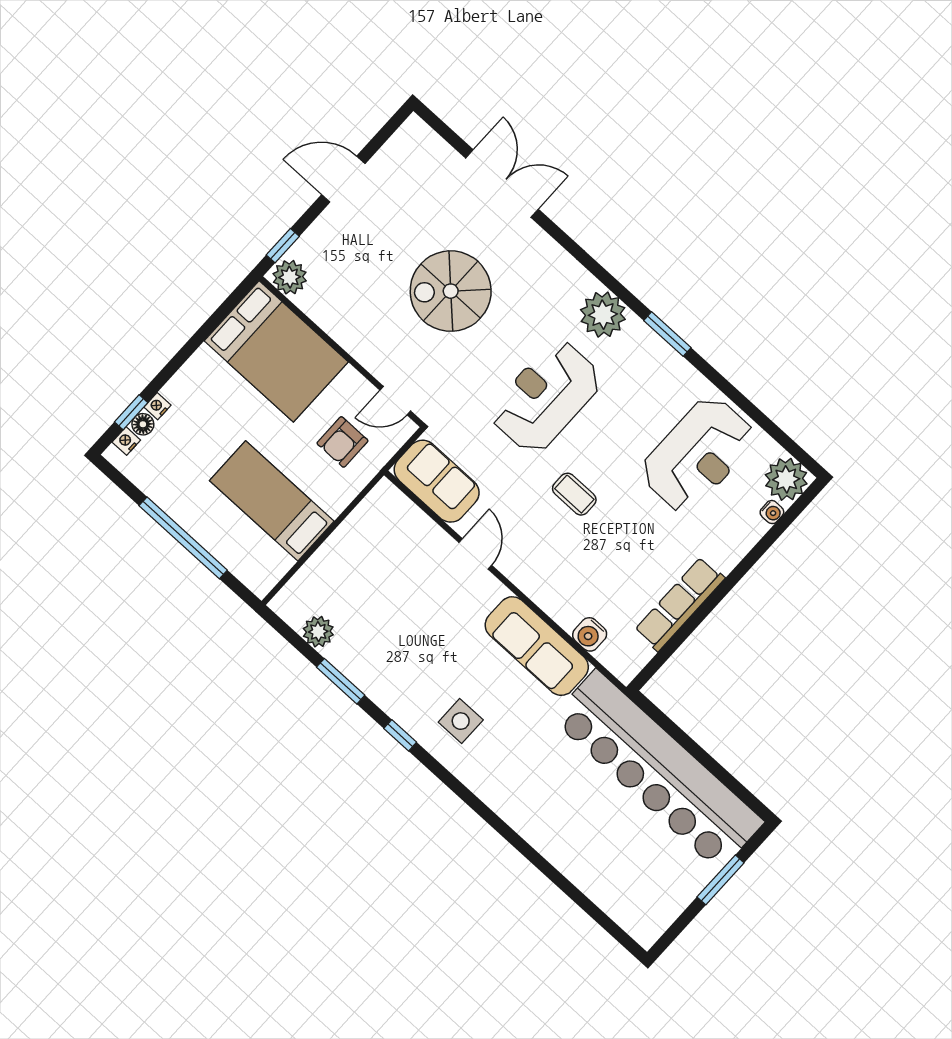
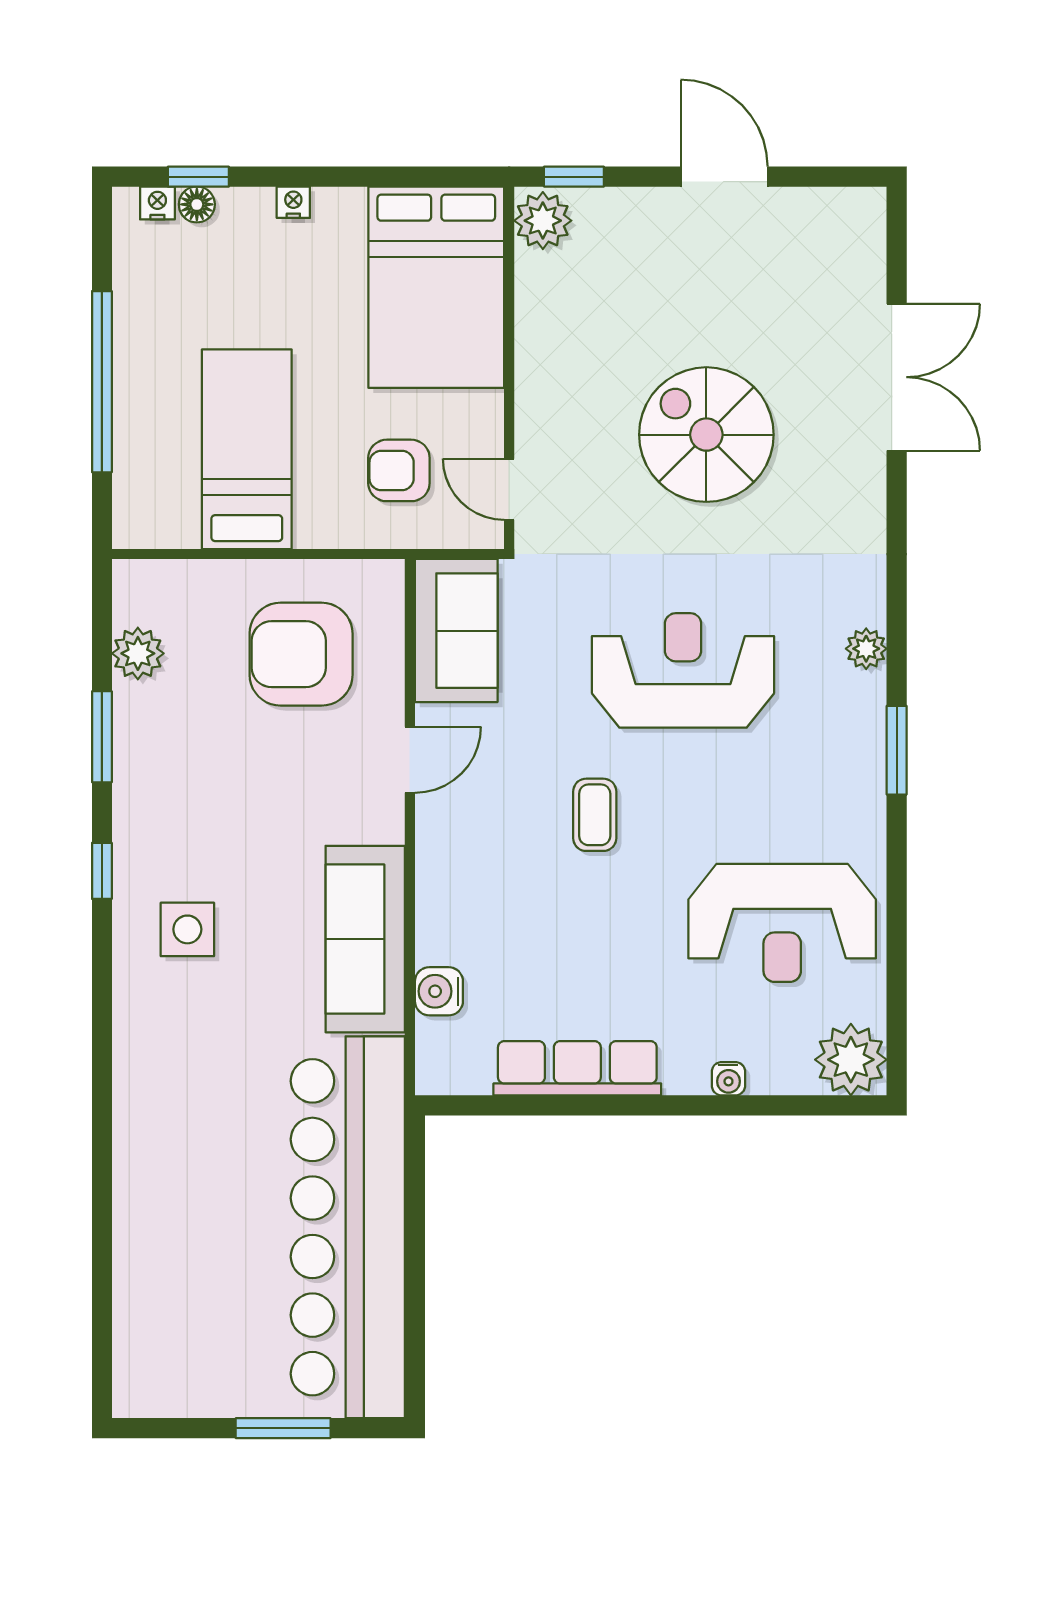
plant: (603, 315) -> (866, 649), width x0.53, depth x0.53
nightstand: (157, 406) -> (293, 202), moved
water cooler: (772, 512) -> (728, 1079), moved
armchair: (384, 560) -> (301, 654), added

